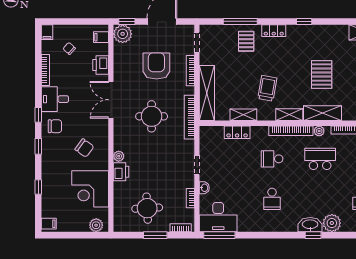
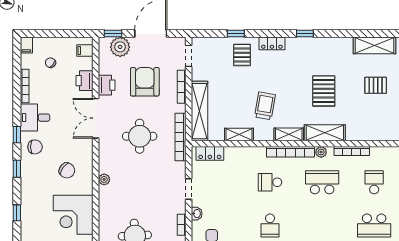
window: (240, 21) -> (236, 34), width x0.46
plant: (123, 34) -> (120, 47), moved
locker: (237, 132) -> (210, 153), moved
printer: (121, 172) -> (107, 85), moved

